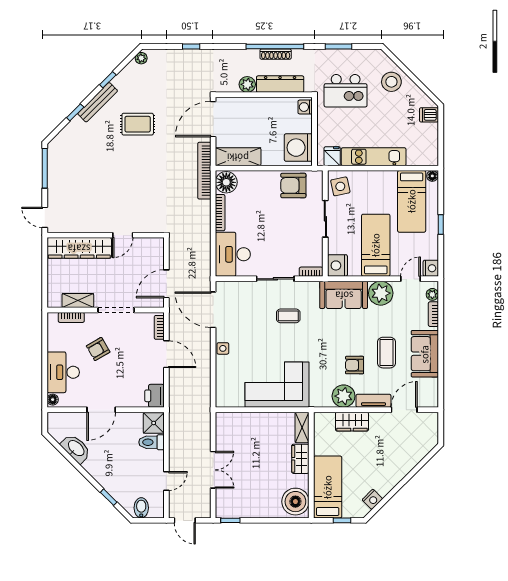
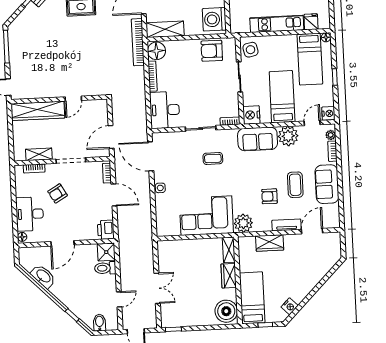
fridge: (332, 156) -> (311, 22), moved
plant: (344, 396) -> (243, 223), moved

